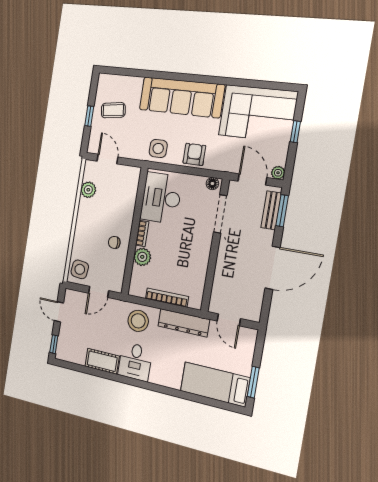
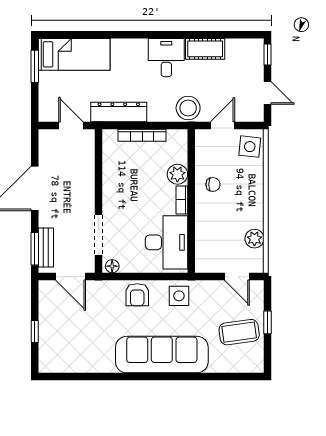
coffee table: (113, 110) -> (239, 332), width x1.36, depth x1.30
corner sofa: (258, 113) -> (76, 346), removed
plant: (278, 173) -> (45, 287), removed
stool: (138, 321) -> (188, 108), moved

